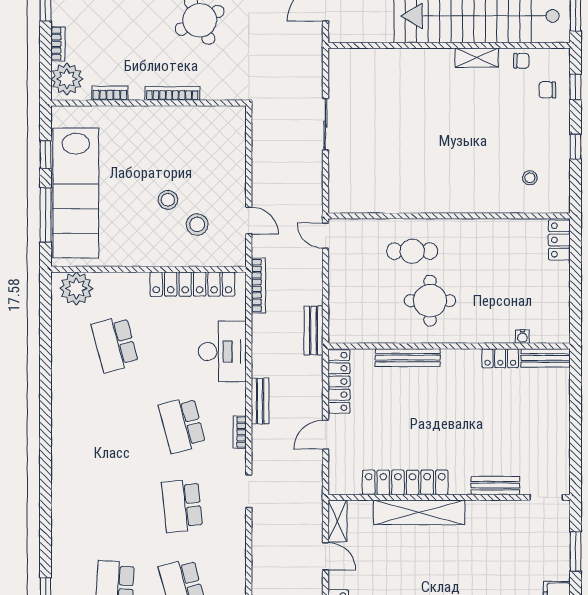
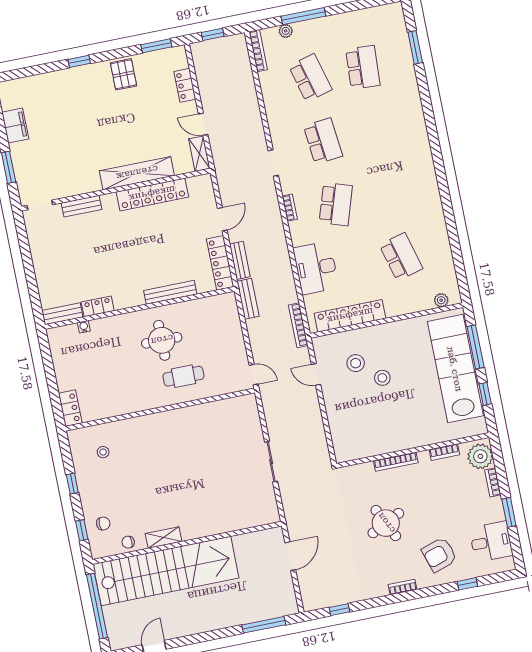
plant: (76, 288) -> (441, 300), width x0.53, depth x0.53
bench: (260, 401) -> (240, 260), moved
school desk: (182, 425) -> (336, 204), turned 33

